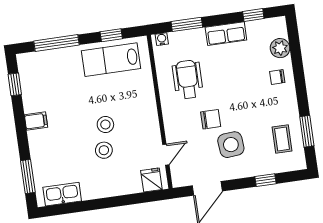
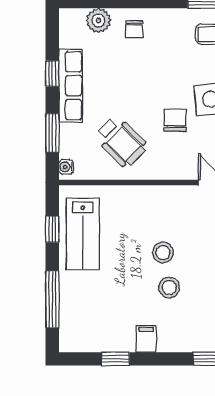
window: (253, 15) -> (52, 74), moved
row of seats: (226, 34) -> (71, 86), width x1.48
wheelchair: (188, 79) -> (121, 142), turned -136
window: (15, 84) -> (115, 359), moved
stool: (104, 150) -> (169, 288), moved

